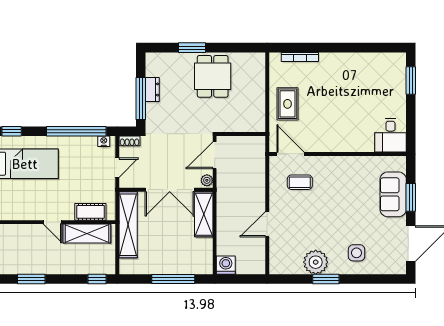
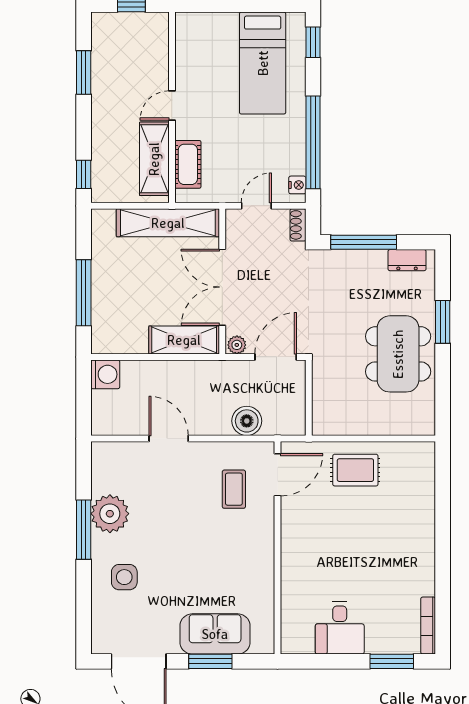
bookcase: (300, 57) -> (428, 626), moved
dining table: (213, 76) -> (398, 354), width x1.38
dresser: (152, 89) -> (407, 260), moved
desk: (390, 135) -> (340, 628), moved, turned -90
door: (215, 155) -> (276, 357), hinge flipped
door: (117, 168) -> (256, 206), swing flipped
boiler: (256, 174) -> (247, 421), added
window: (326, 279) -> (84, 530), width x1.44

